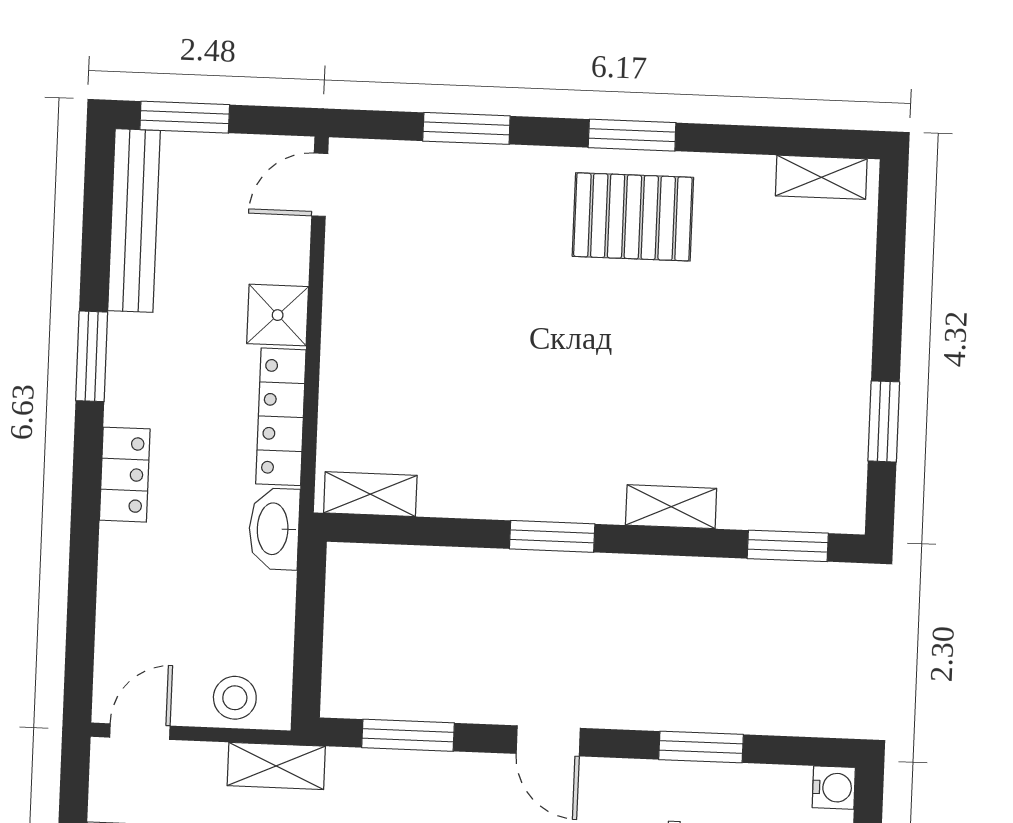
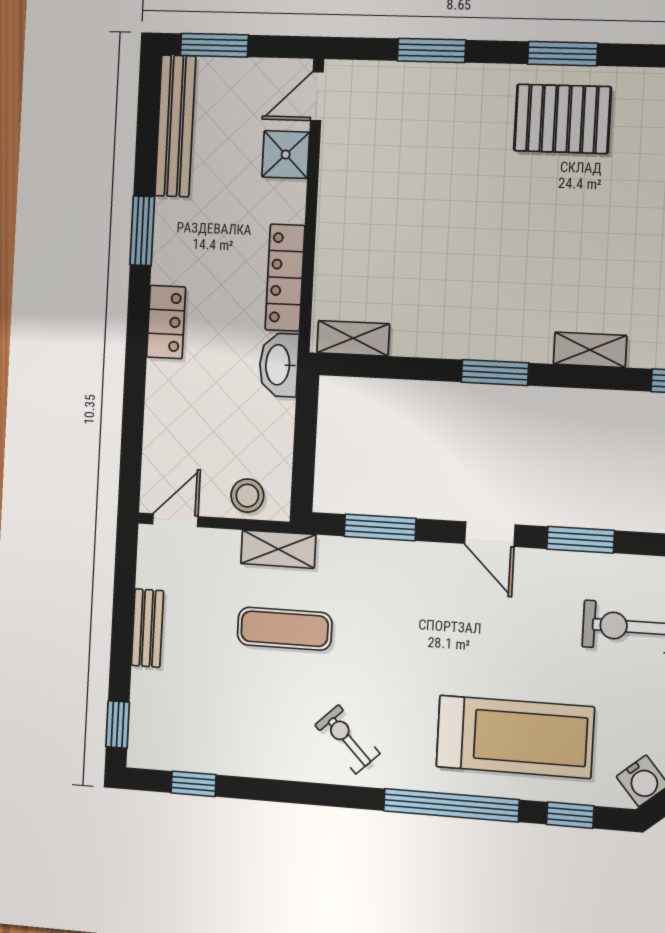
shower: (278, 315) -> (286, 155), moved
window: (701, 747) -> (580, 540), moved

